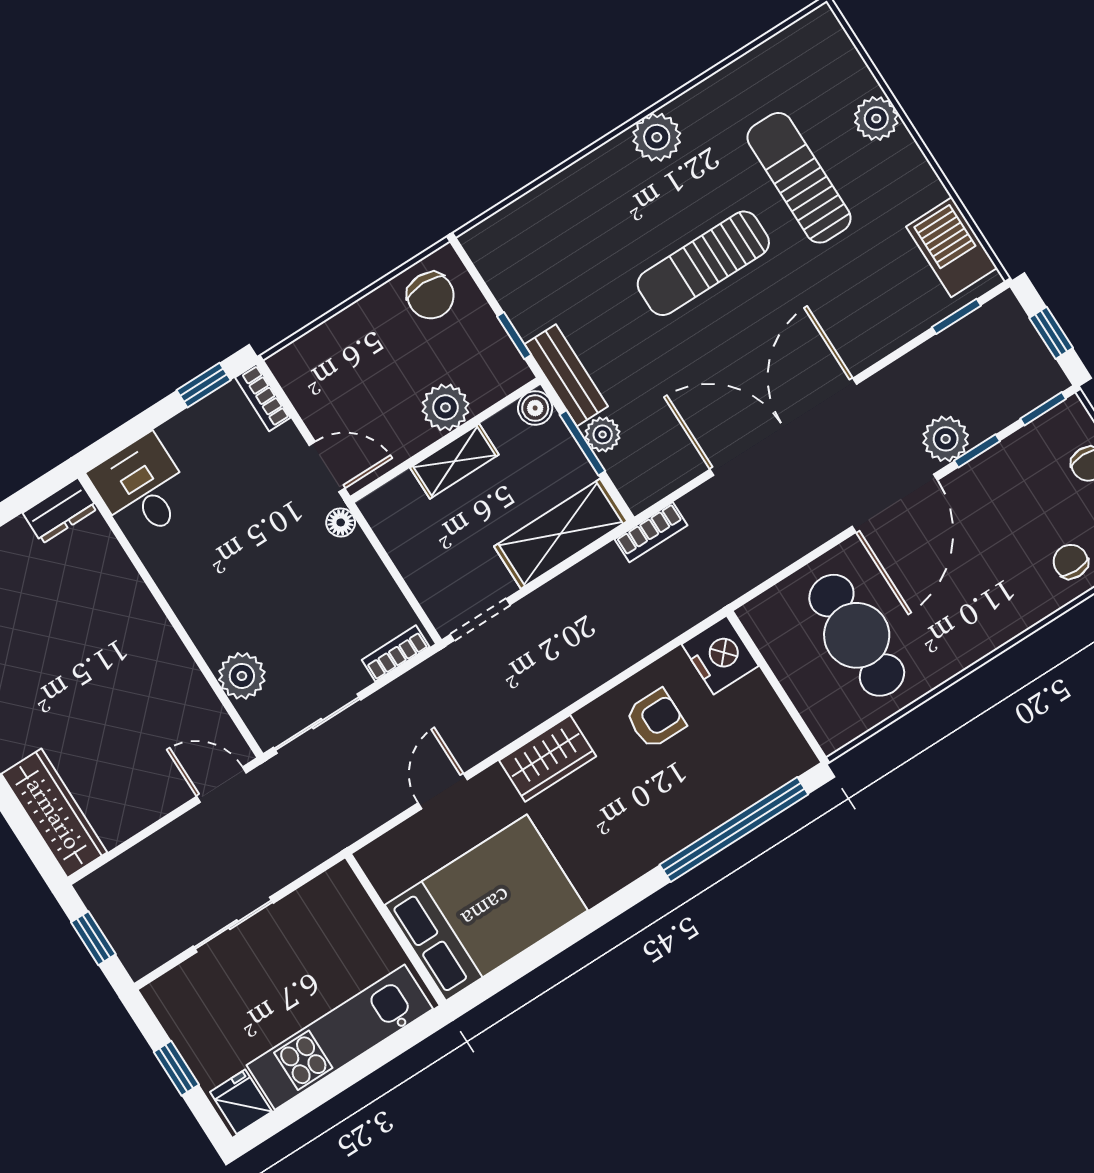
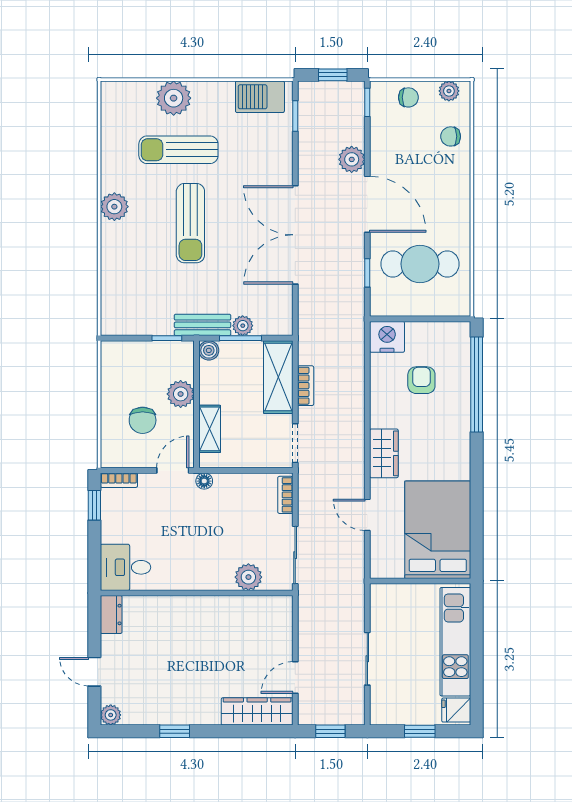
plant: (876, 119) -> (174, 98), width x1.36, depth x1.36
chair: (431, 296) -> (143, 420), moved, turned 90
window: (977, 451) -> (367, 273), moved
shelving: (454, 461) -> (210, 429), moved
bookcase: (651, 532) -> (306, 386), moved
armchair: (655, 719) -> (421, 380), moved
door: (221, 785) -> (295, 678), moved

